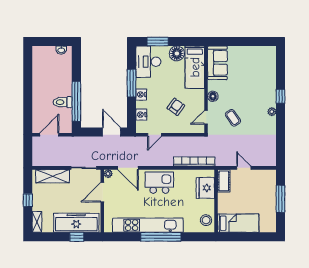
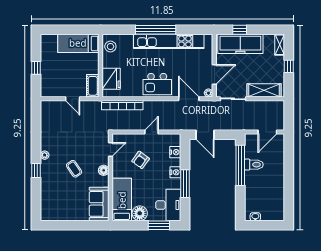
coffee table: (233, 118) -> (74, 169), moved
door: (155, 135) -> (152, 132), moved
window: (280, 199) -> (36, 68), width x0.46

